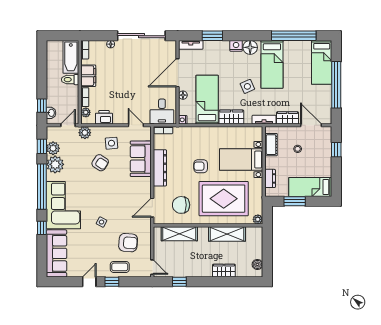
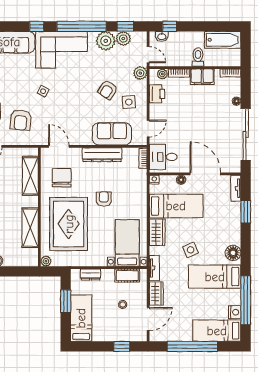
nightstand: (236, 46) -> (235, 312), moved
bathtub: (71, 57) -> (223, 40), moved, turned 180
bed with nightstands: (241, 160) -> (127, 243), moved

